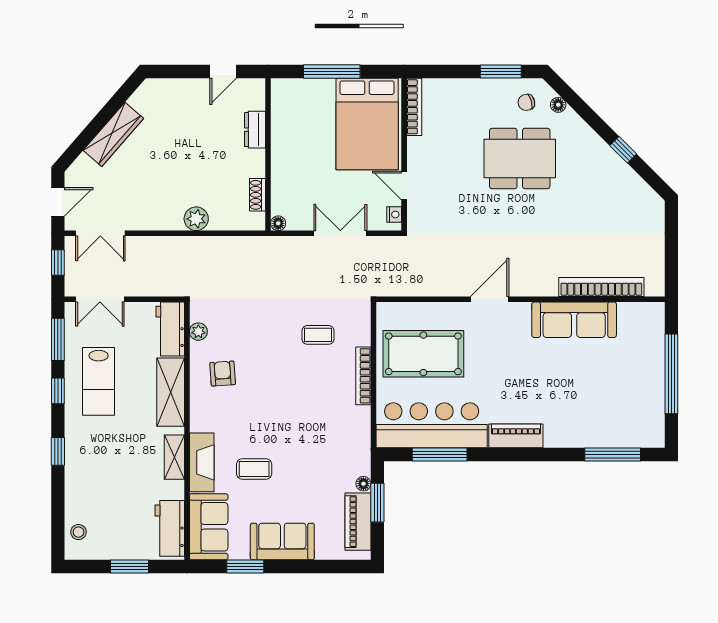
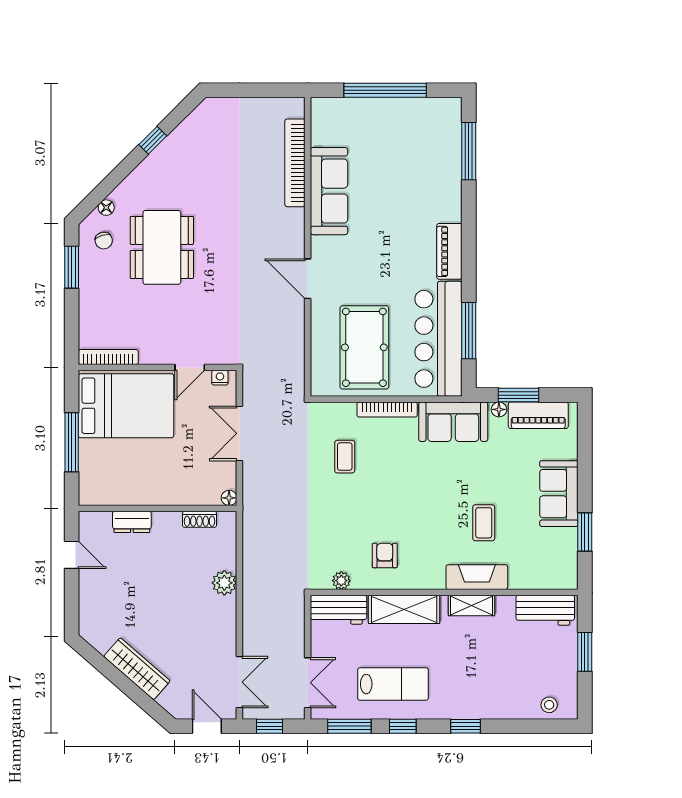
armchair: (223, 374) -> (385, 555), turned 94
sofa: (209, 527) -> (453, 422), moved, turned 180

